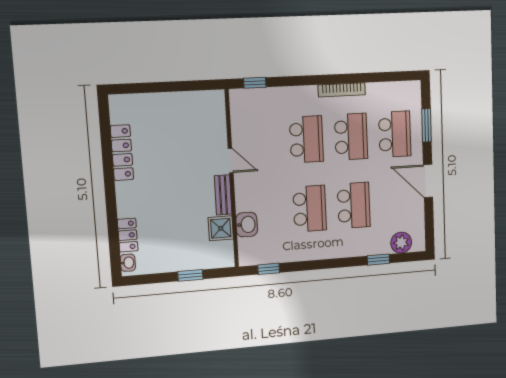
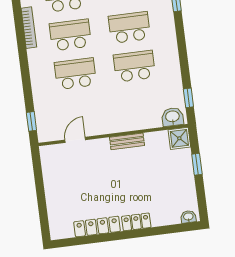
bookcase: (342, 90) -> (29, 28), moved
door: (231, 160) -> (75, 140), moved
washbasin: (247, 225) -> (172, 117), moved
shower: (221, 228) -> (179, 138), moved
locker: (128, 235) -> (136, 222), moved

